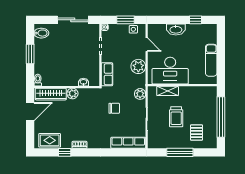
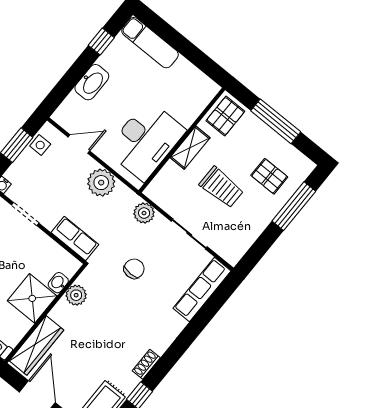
exam couch: (211, 60) -> (150, 43), moved
shower: (68, 77) -> (32, 298), added
shelving: (168, 91) -> (190, 148), moved
plant: (72, 94) -> (76, 295), moved
pallet: (206, 95) -> (225, 116), added
window: (221, 117) -> (276, 121), width x0.68
window: (180, 152) -> (294, 206), moved

